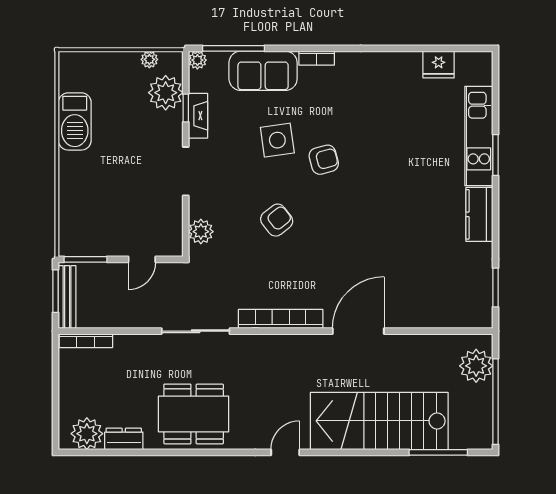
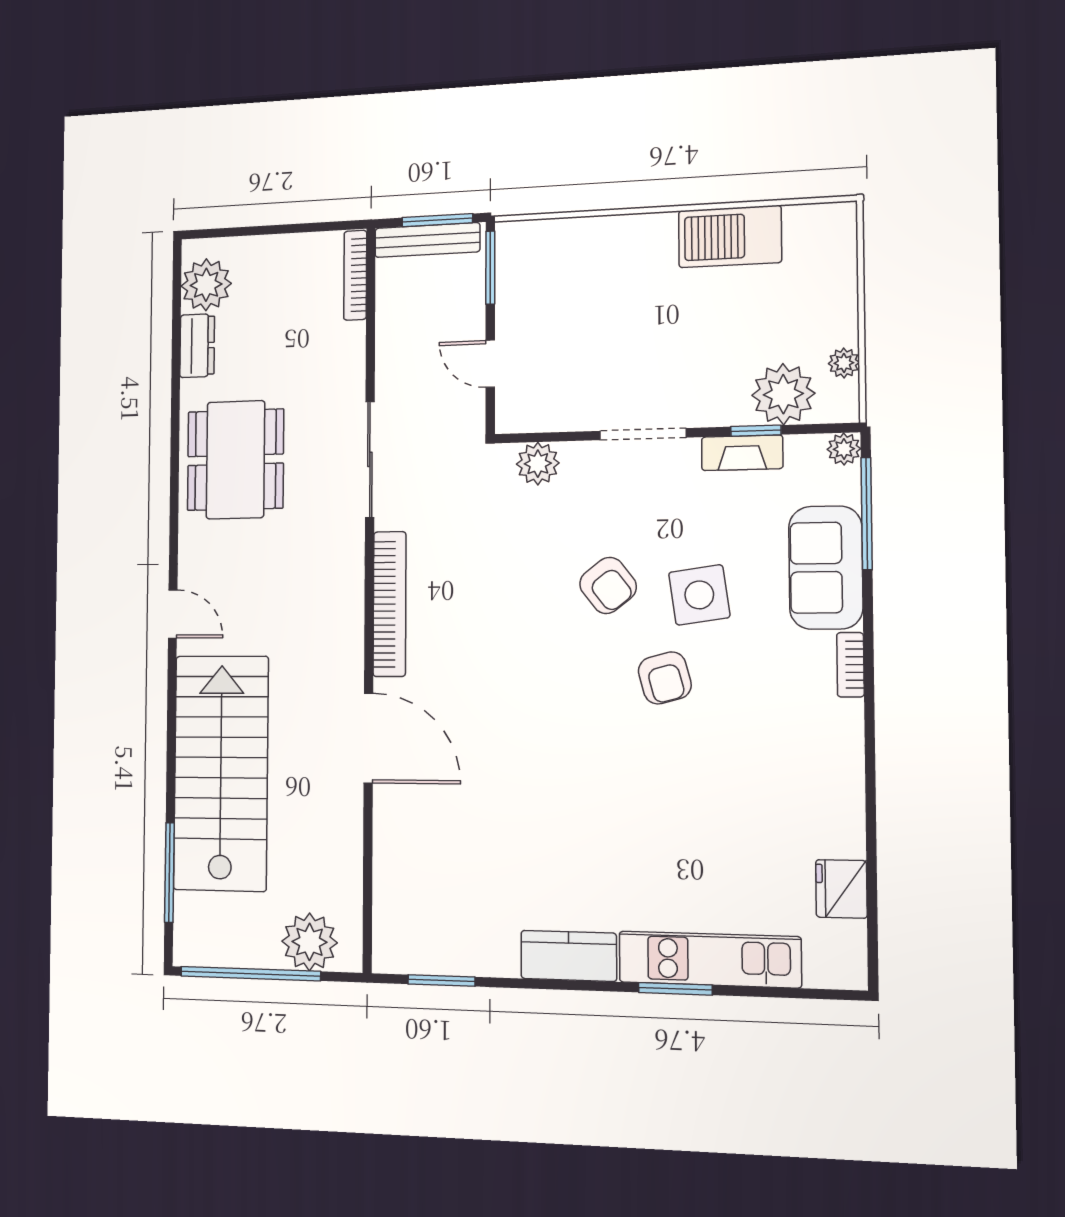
armchair: (277, 220) -> (608, 585), moved

